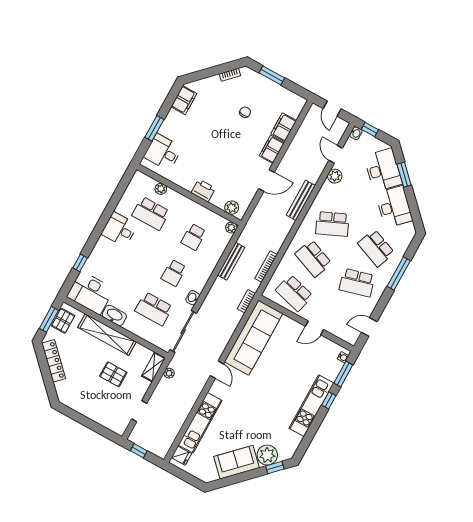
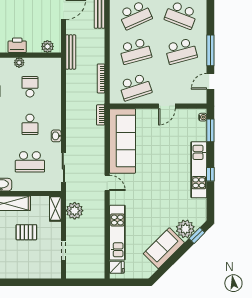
plant: (231, 228) -> (19, 63), moved
school desk: (194, 237) -> (30, 87), turned 180
school desk: (313, 258) -> (135, 51), turned -36
bench: (231, 261) -> (71, 52), moved
window: (399, 273) -> (210, 50), moved
school desk: (294, 293) -> (135, 87), turned -33
sliding door: (183, 332) -> (63, 167), width x0.73
plant: (169, 373) -> (75, 211), width x1.88, depth x1.88
window: (329, 400) -> (210, 174), moved
window: (139, 451) -> (81, 282), removed

